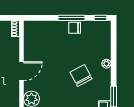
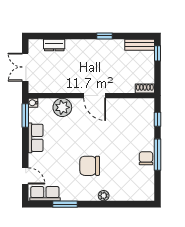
window: (101, 18) -> (157, 119), moved
chair: (81, 75) -> (90, 166), turned -152

